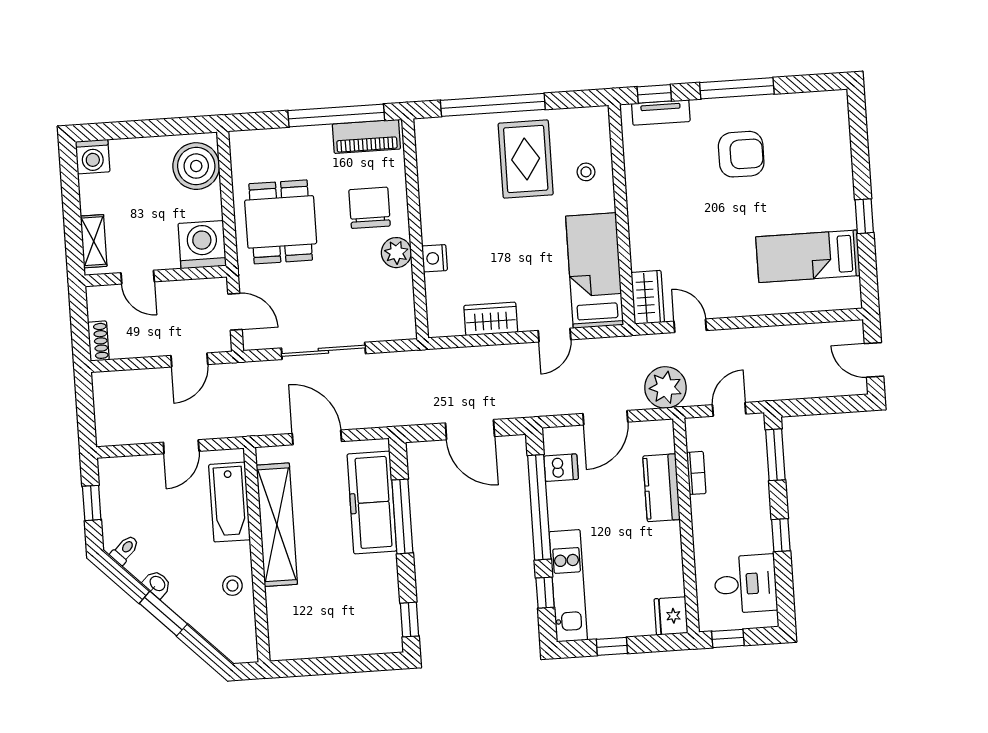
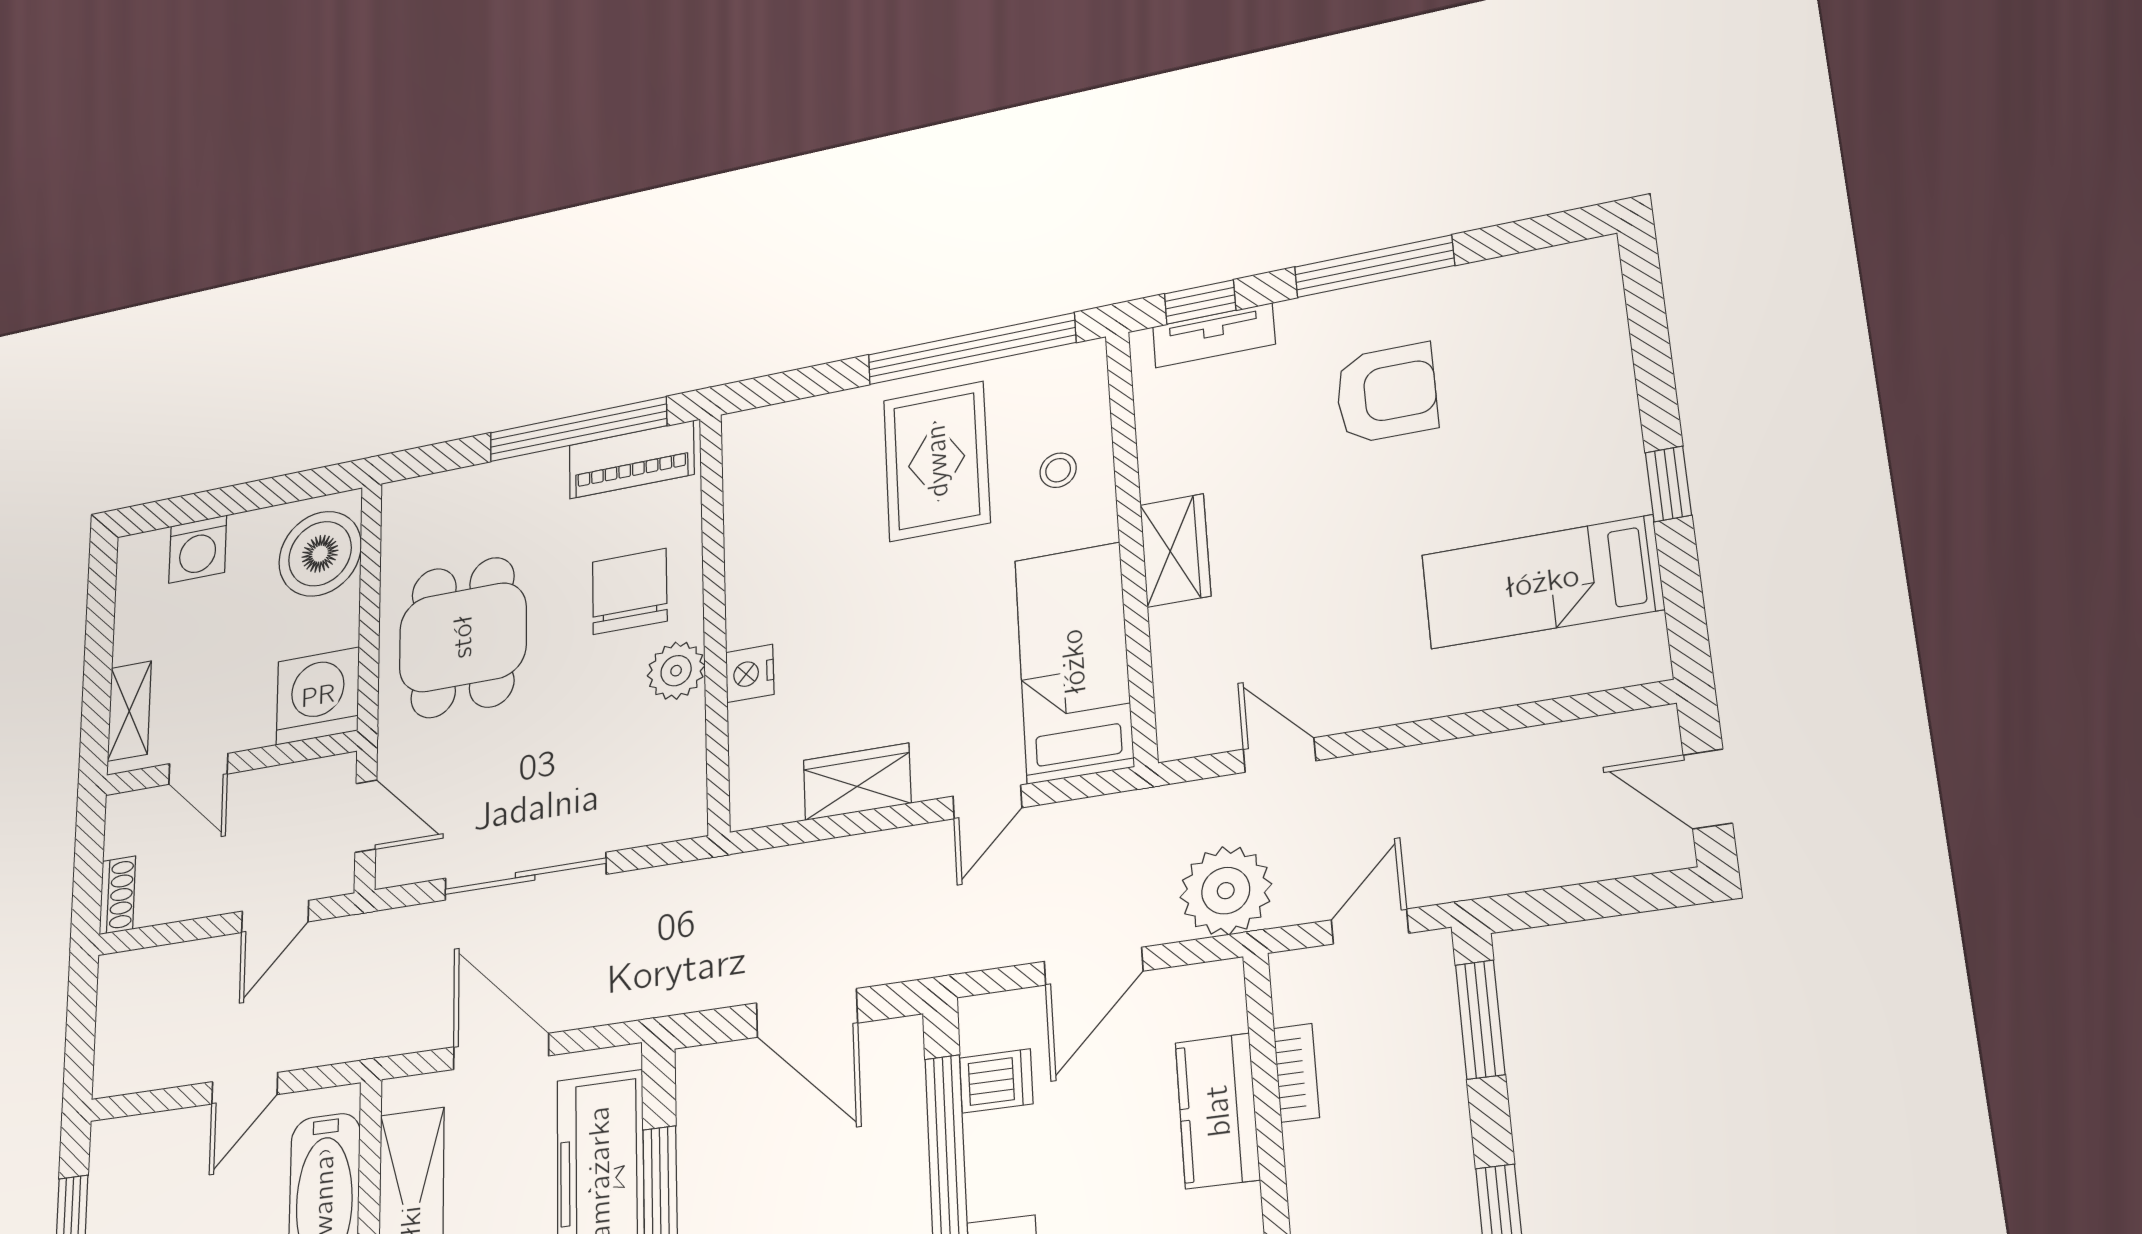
window: (493, 105) -> (971, 349), moved
washing machine: (93, 157) -> (198, 549), moved
wardrobe: (648, 297) -> (1175, 550), moved

